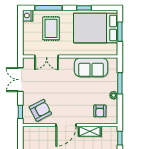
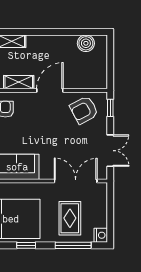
double door: (47, 57) -> (76, 181), width x1.37

